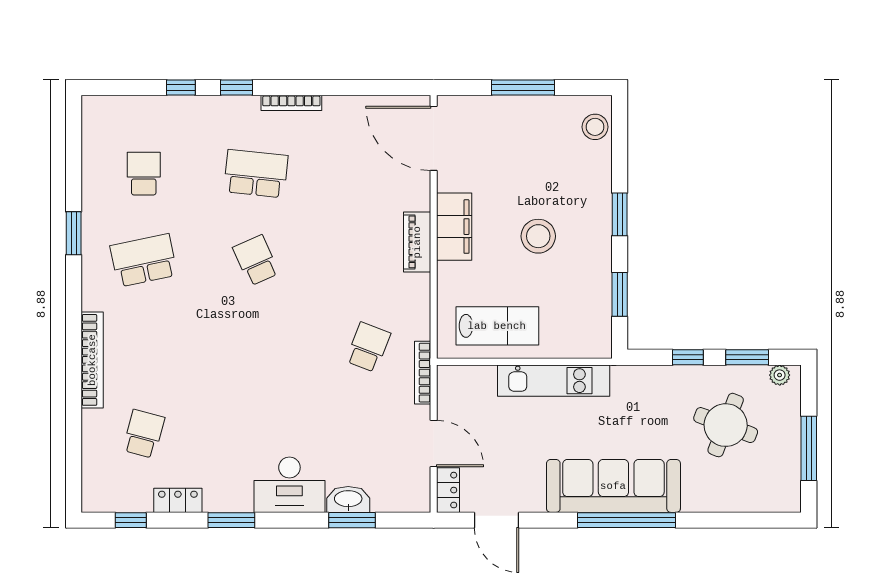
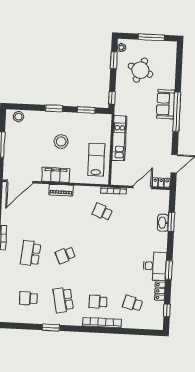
school desk: (144, 347) -> (98, 302), added
window: (688, 357) -> (112, 98), moved
desk: (289, 485) -> (155, 266), moved
sofa: (613, 486) -> (166, 104), width x0.54, depth x0.79

